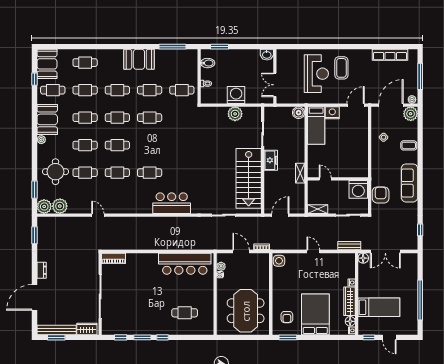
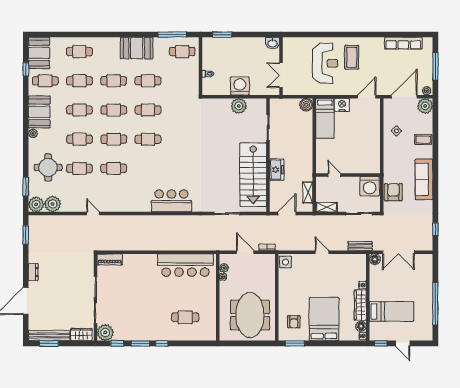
bidet: (208, 63) -> (210, 52), removed
cafe table: (182, 90) -> (182, 52), moved
freezer: (271, 160) -> (277, 170), moved
cafe table: (150, 173) -> (148, 139), moved
shelving: (300, 173) -> (308, 192), moved
plant: (109, 327) -> (105, 332), added

